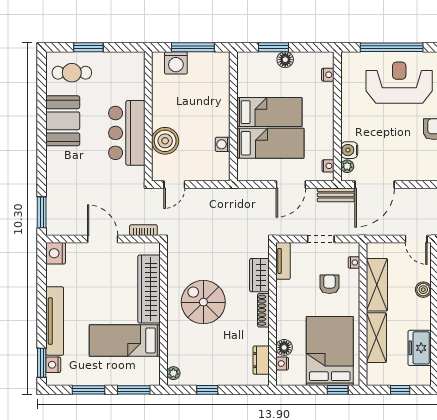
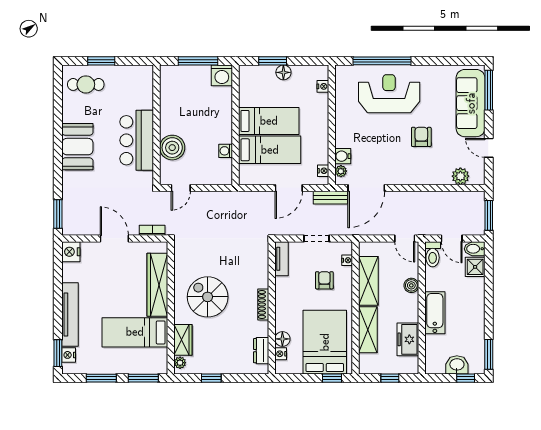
washing machine: (176, 63) -> (222, 75), moved
booth: (63, 121) -> (77, 147), moved
wardrobe: (259, 275) -> (183, 340), moved, turned 180

